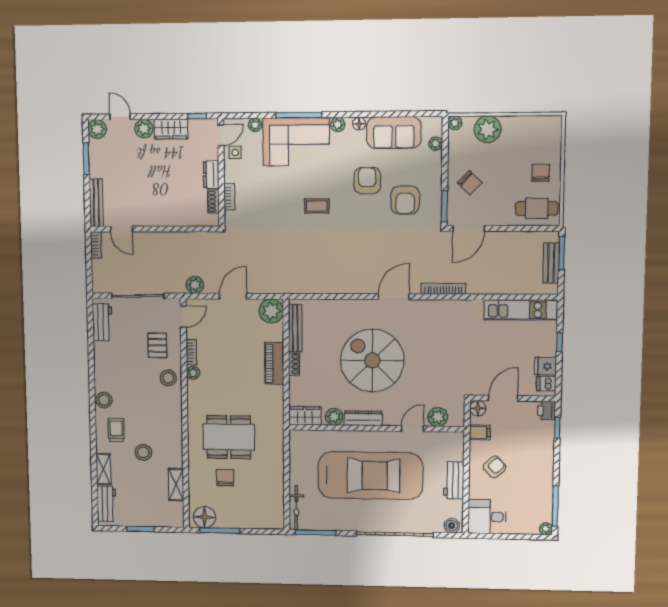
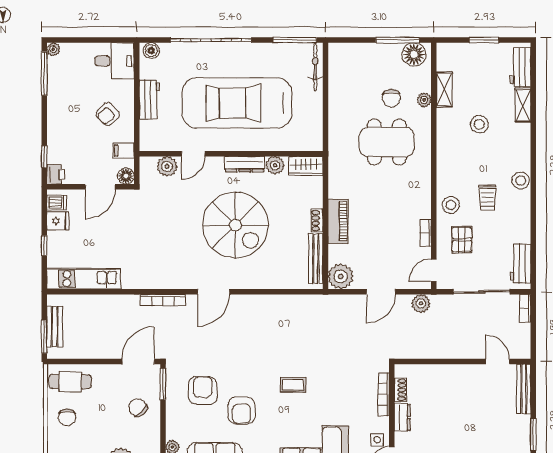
bookcase: (229, 197) -> (384, 394), width x1.56
bookcase: (96, 245) -> (525, 308), moved
plant: (193, 373) -> (424, 100), moved
trolley: (116, 430) -> (487, 198), moved

